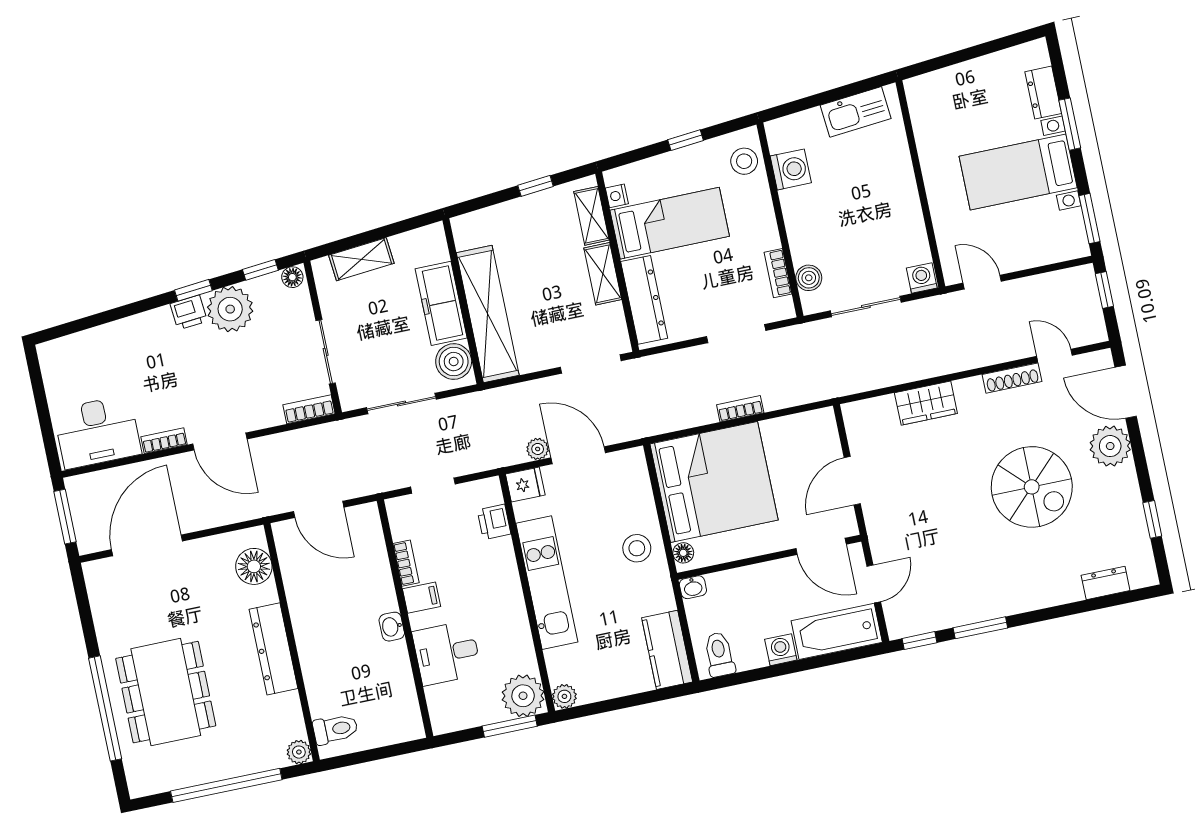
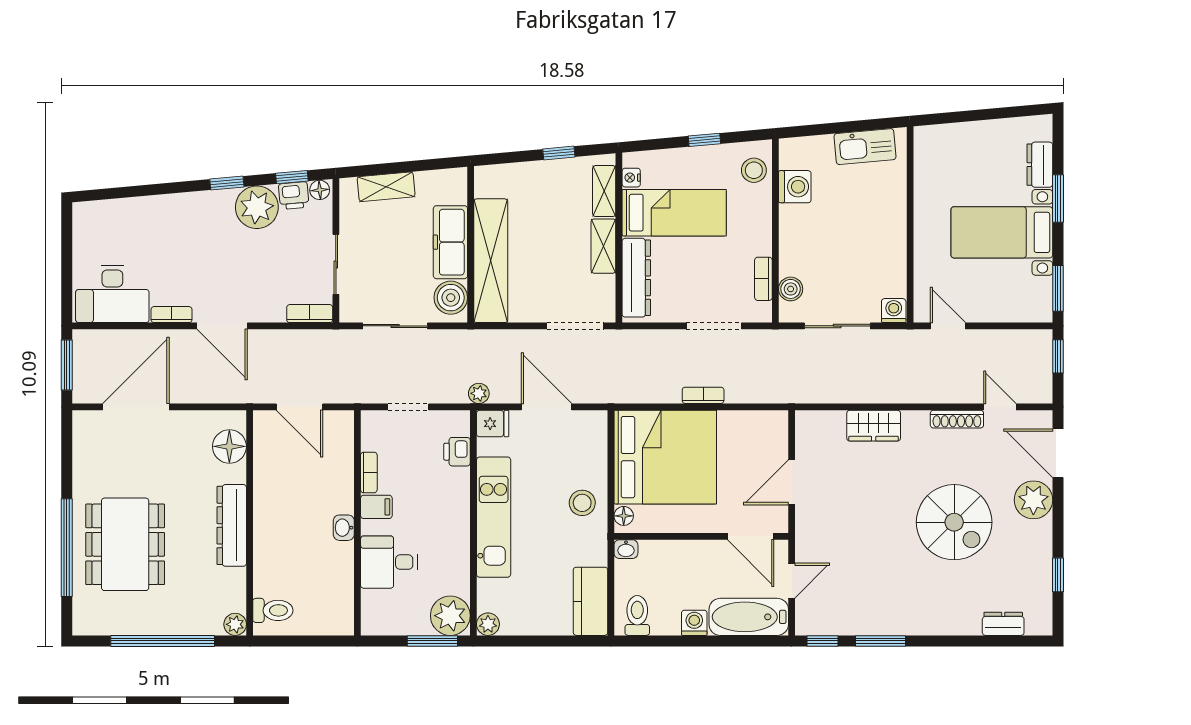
printer: (189, 312) -> (294, 196), moved
plant: (538, 449) -> (479, 393), moved

